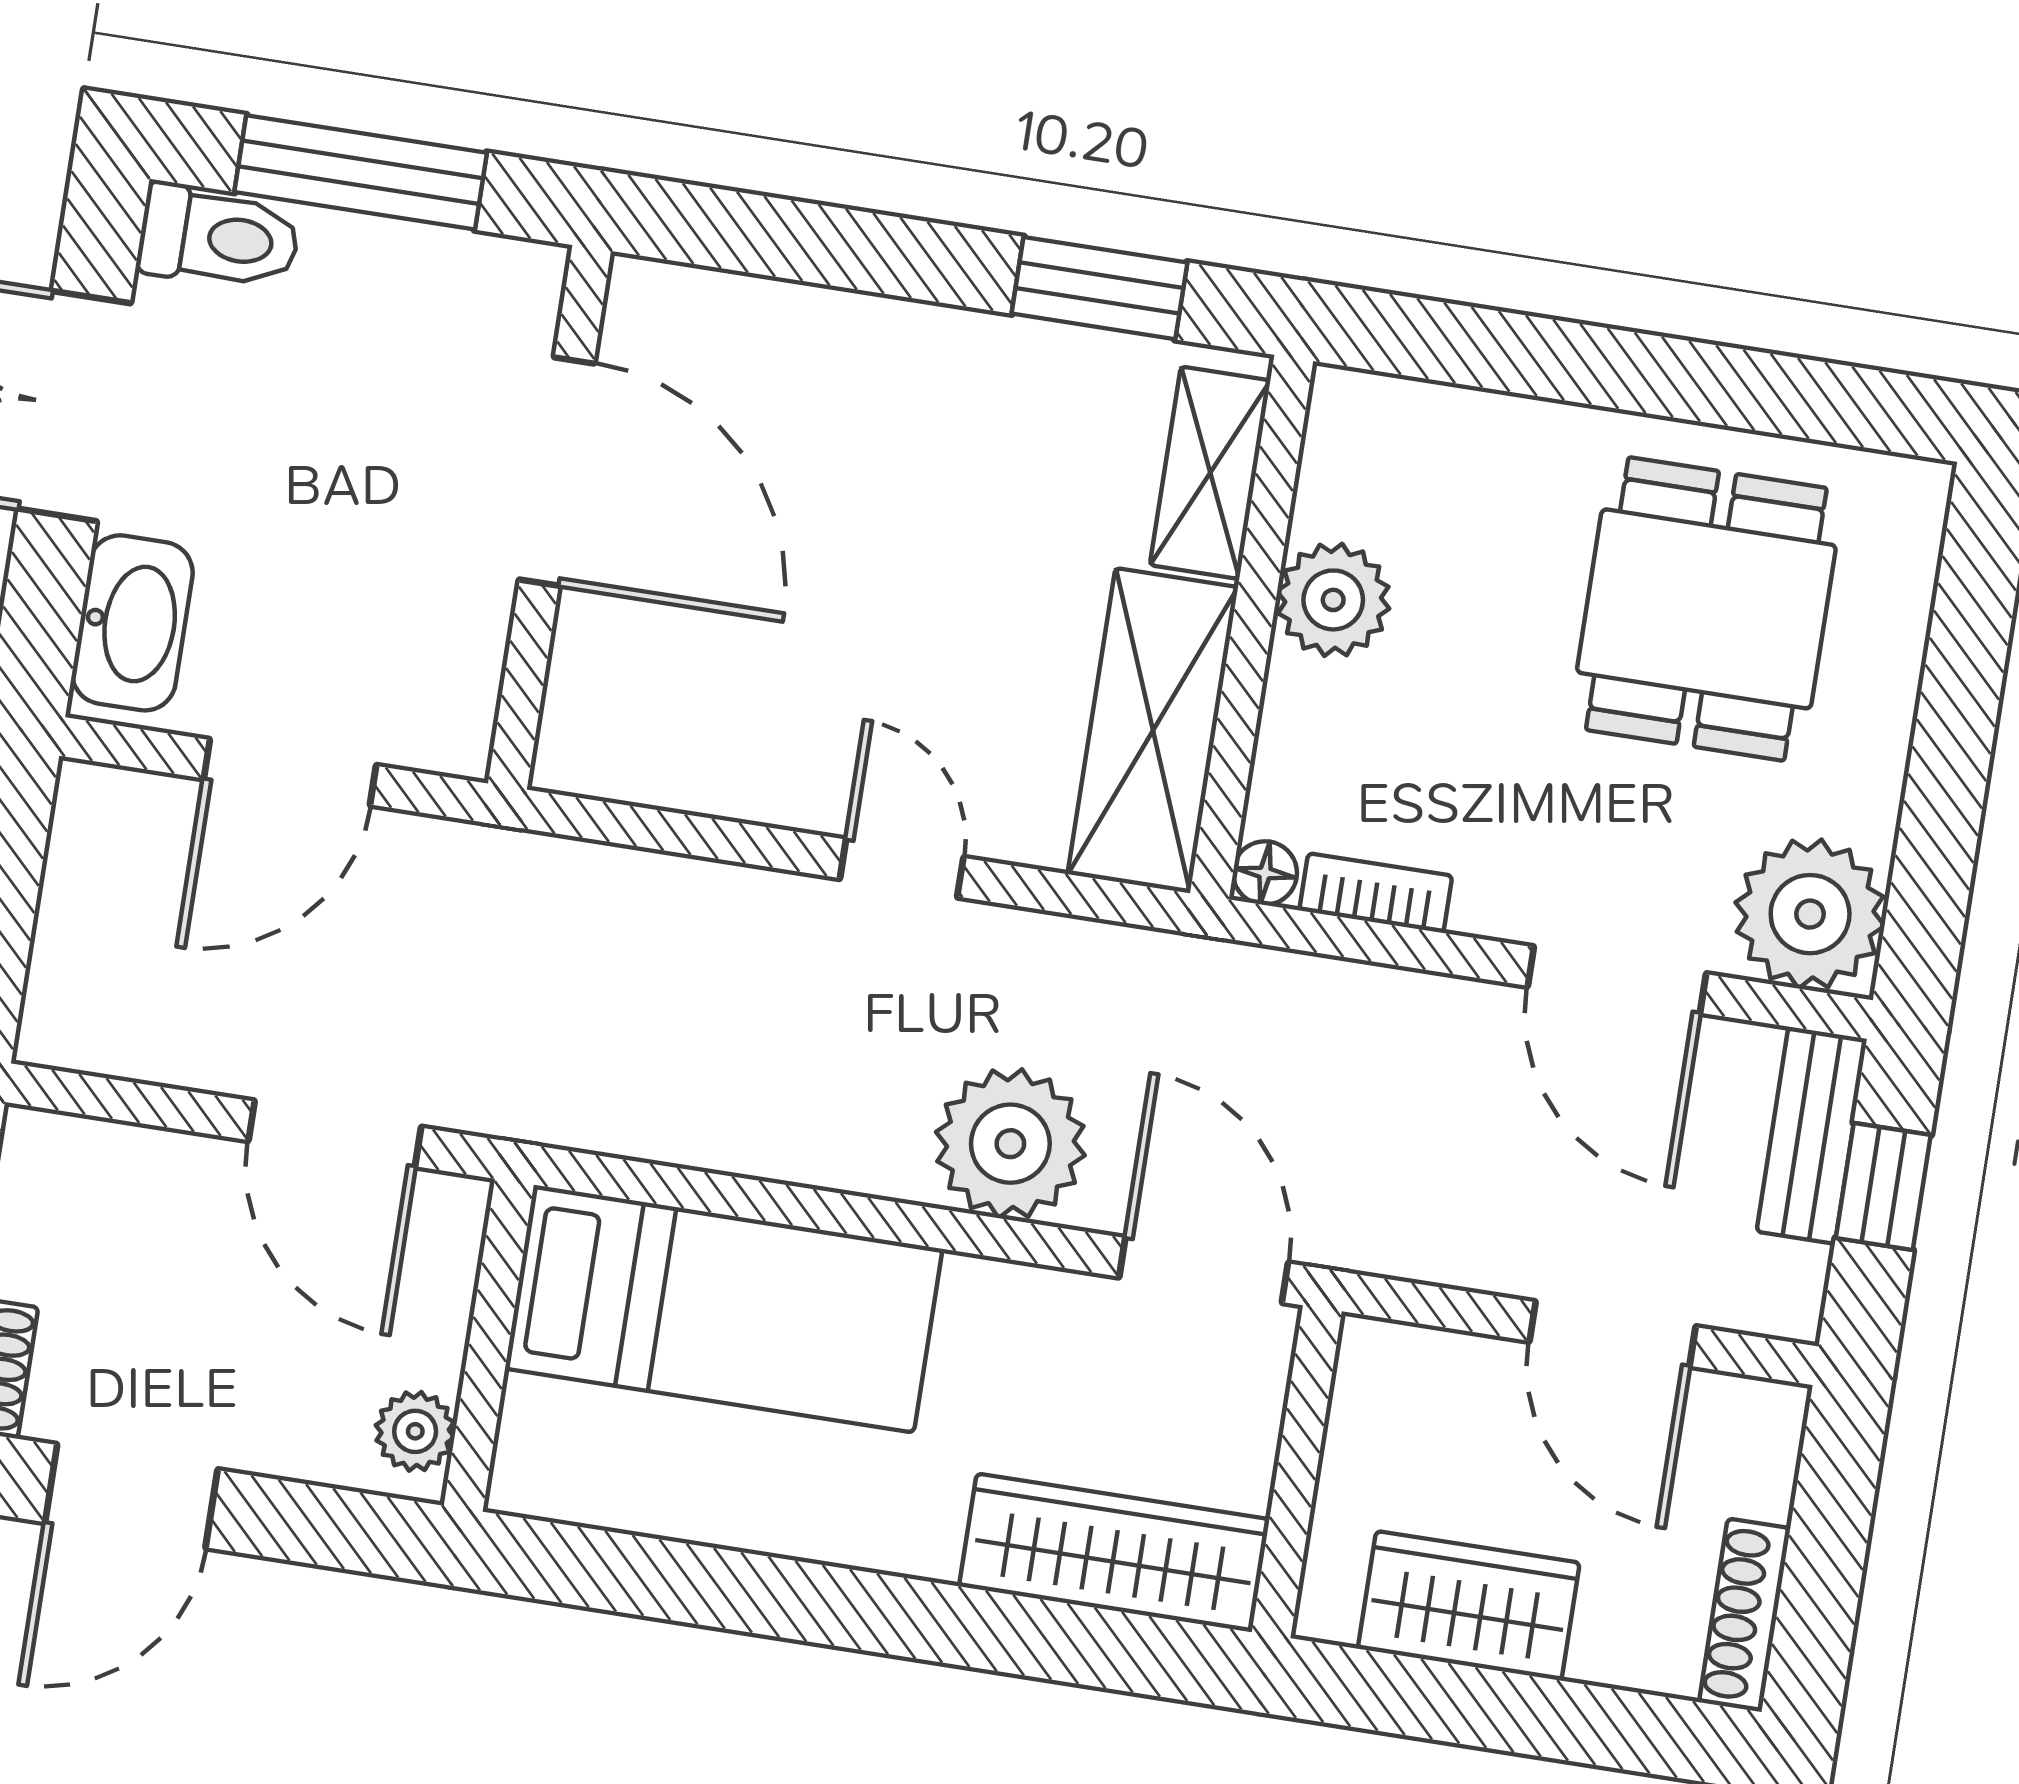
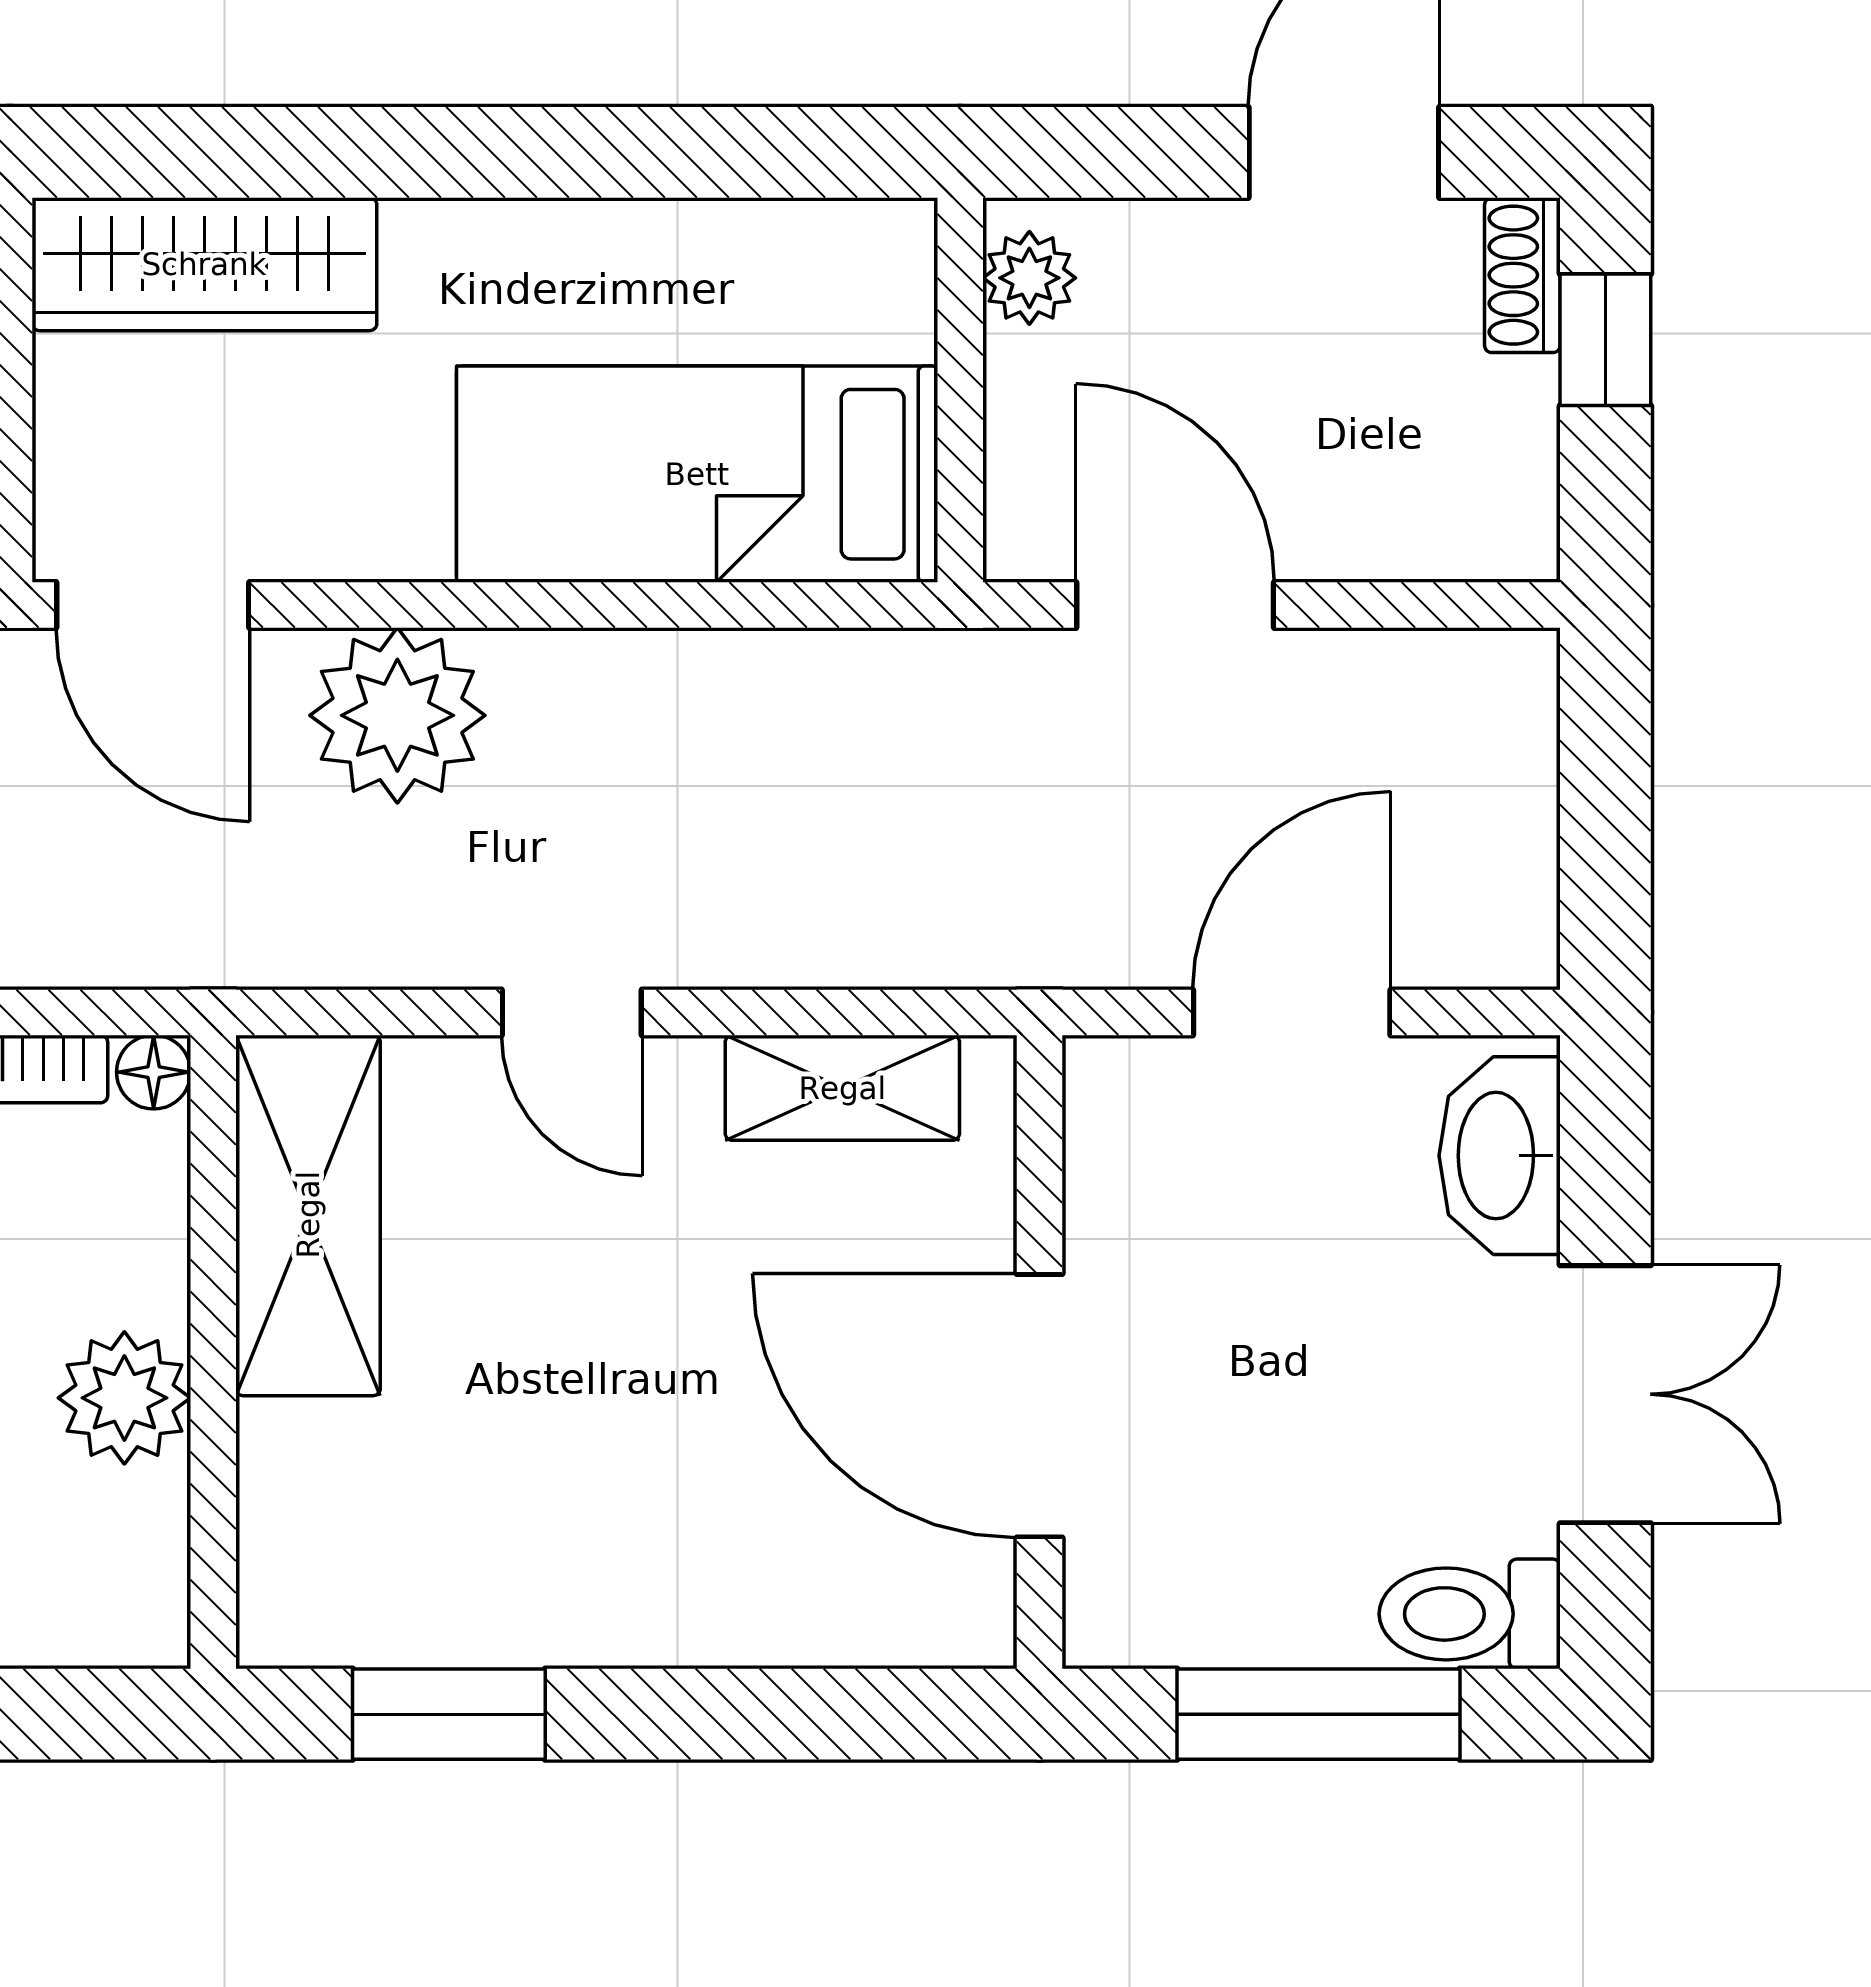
shelving: (1210, 473) -> (842, 1088), moved, turned 90

